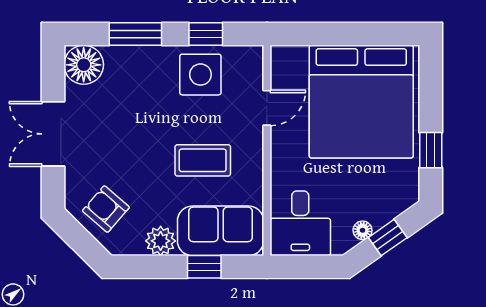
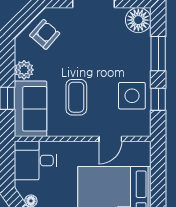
door: (267, 108) -> (110, 139), hinge flipped

